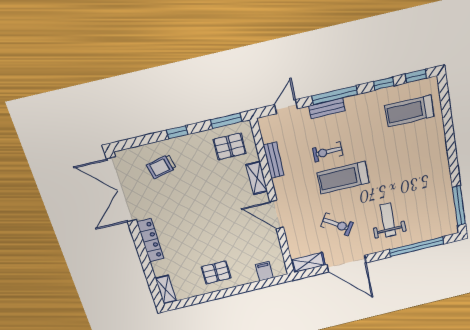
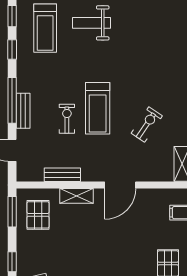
exercise bike: (328, 152) -> (67, 119), turned 180
weight bench: (388, 220) -> (91, 23), moved

